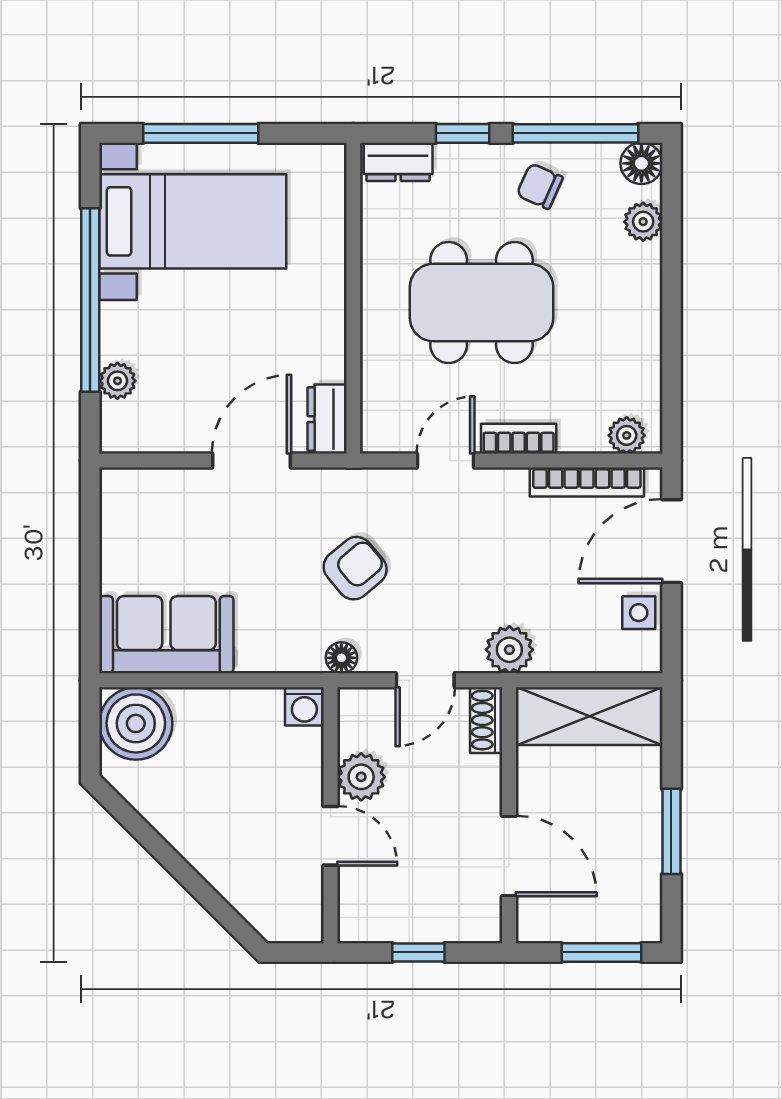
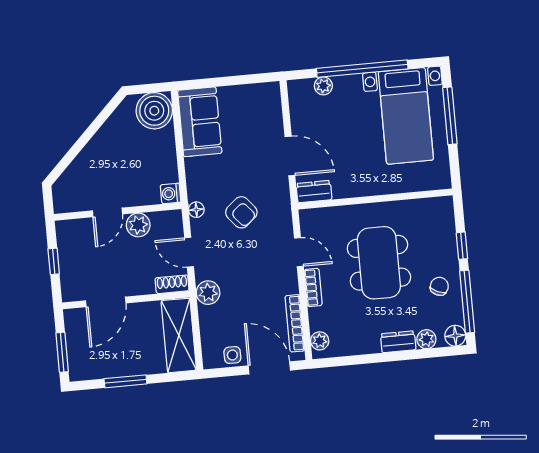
dresser: (398, 162) -> (398, 342), moved, turned 90

